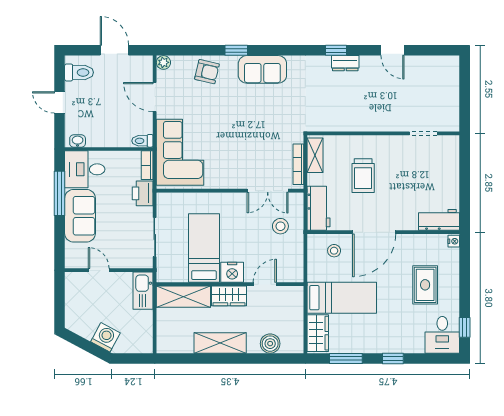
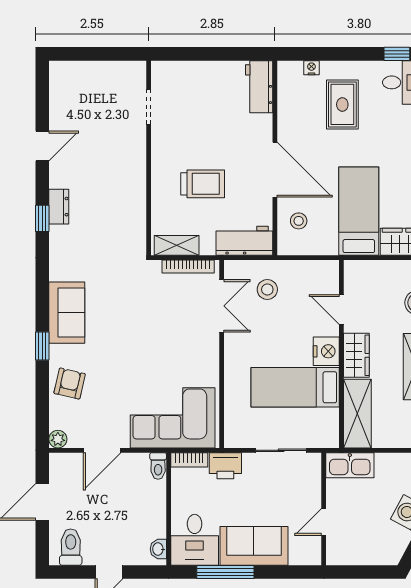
nightstand: (454, 241) -> (311, 68), moved
rug: (425, 285) -> (342, 104), turned 90

